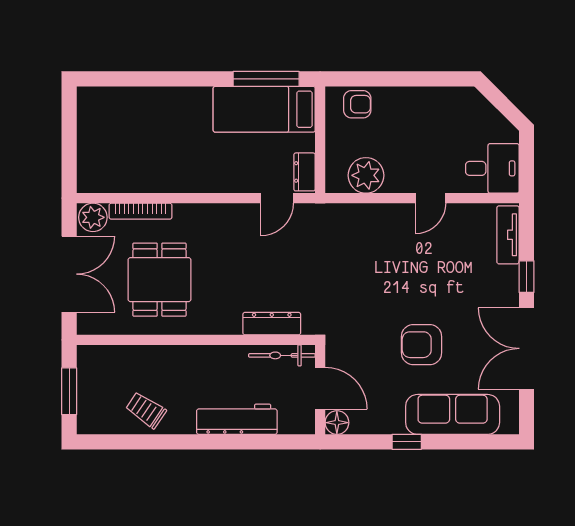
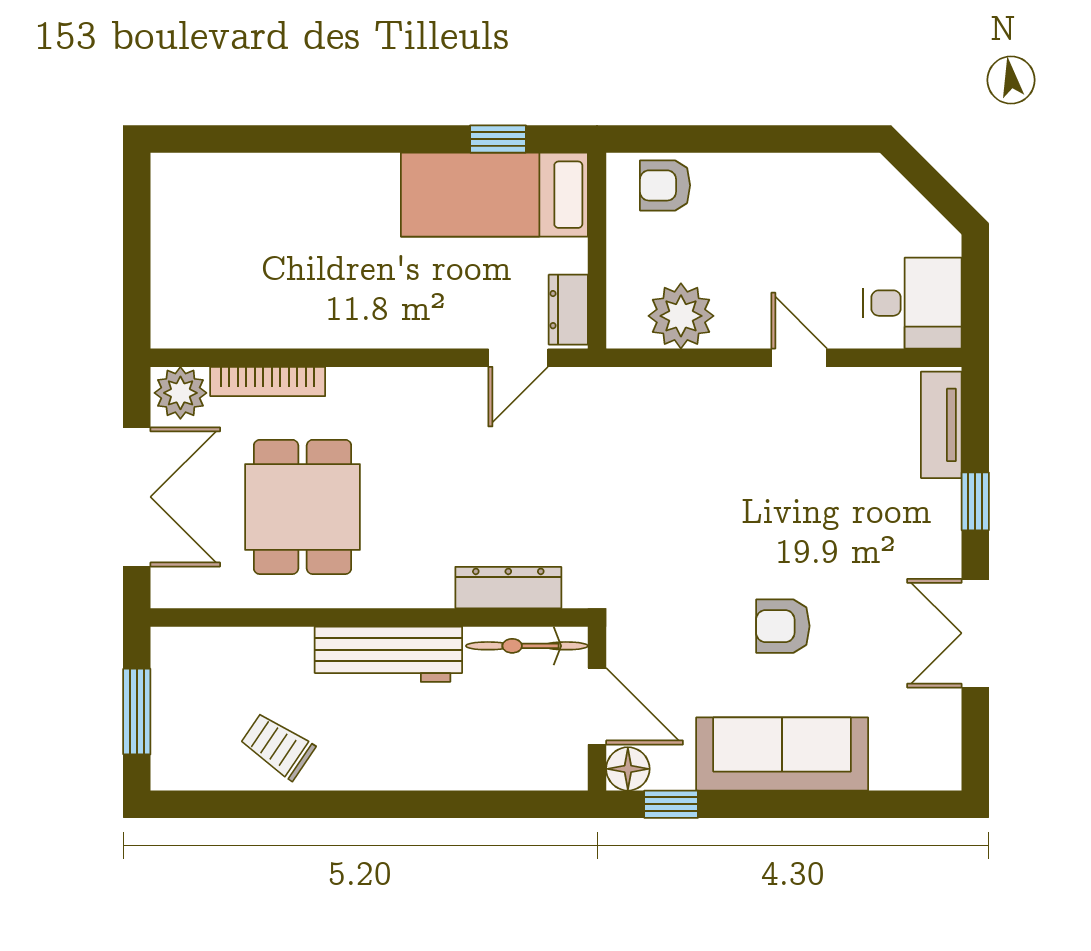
window: (266, 79) -> (498, 139), width x0.46
armchair: (357, 104) -> (665, 185), turned 180
door: (431, 198) -> (799, 358), swing flipped
armchair: (422, 345) -> (783, 626), width x0.72, depth x0.72
double door: (527, 348) -> (975, 633), width x0.73
sofa: (453, 414) -> (782, 754), moved
workbench: (237, 419) -> (388, 654), moved, turned 180
window: (407, 442) -> (671, 804), moved

